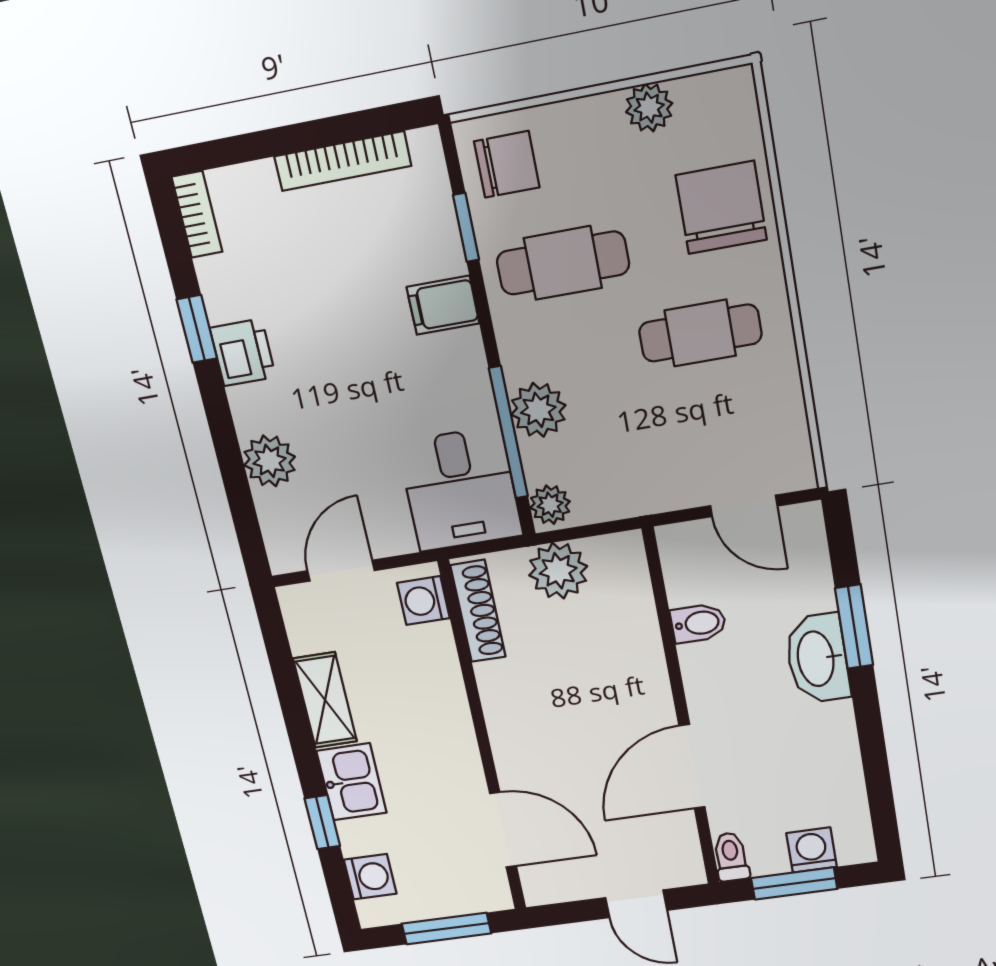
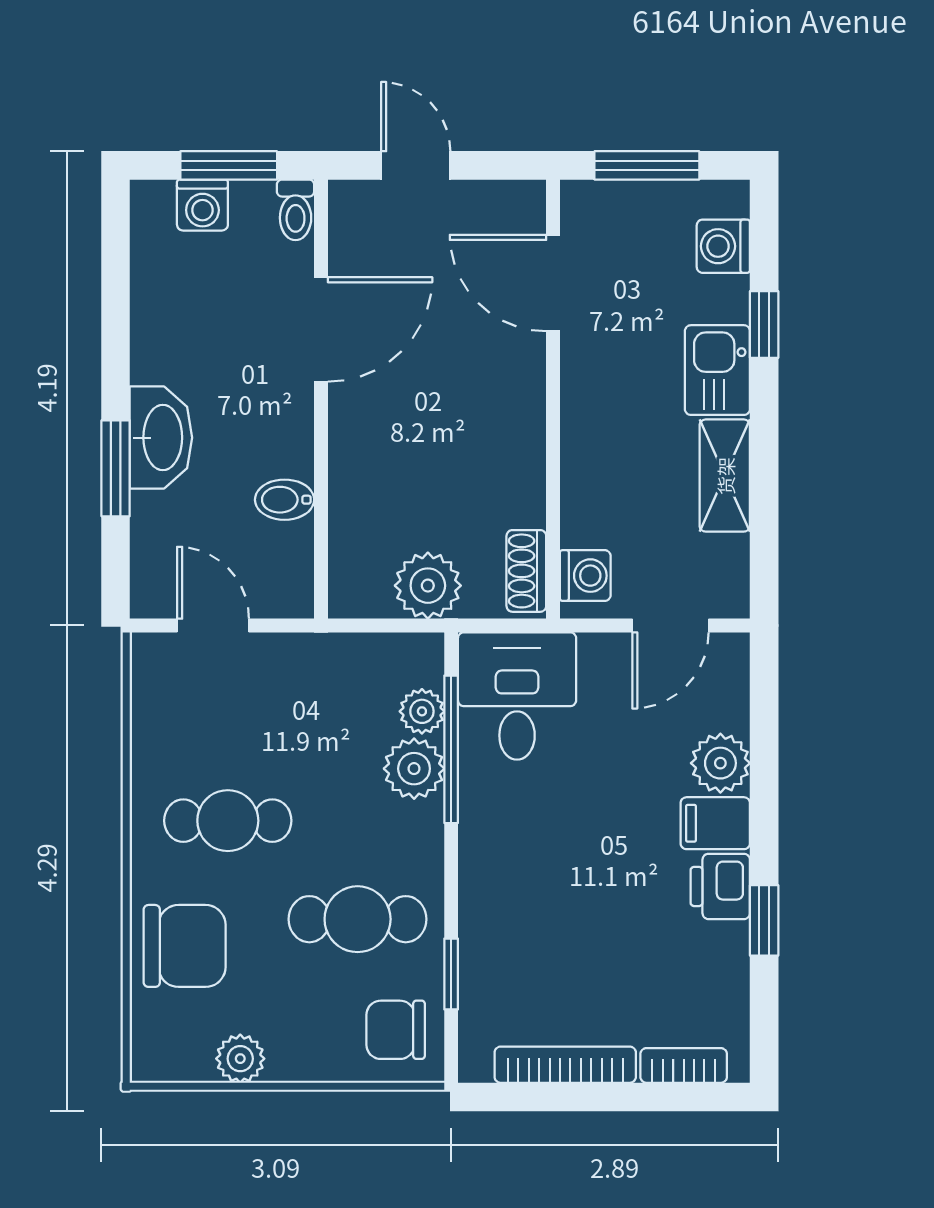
chair: (721, 208) -> (185, 946), turned -90
bookcase: (197, 214) -> (684, 1065), moved, turned 90
filing cabinet: (443, 305) -> (715, 823), moved, turned 180
plant: (550, 505) -> (422, 711), moved
shoe rack: (478, 611) -> (526, 571), width x0.70

